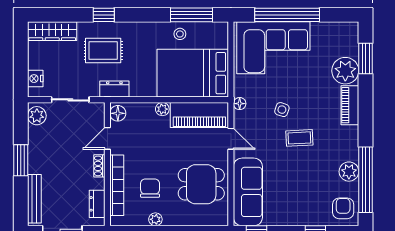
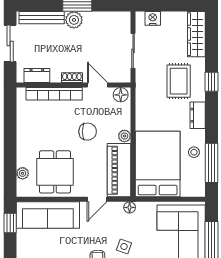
dresser: (114, 89) -> (198, 115), moved, turned 180
plant: (37, 116) -> (74, 20), moved
chair: (150, 188) -> (88, 132), moved
plant: (155, 219) -> (23, 173), moved

